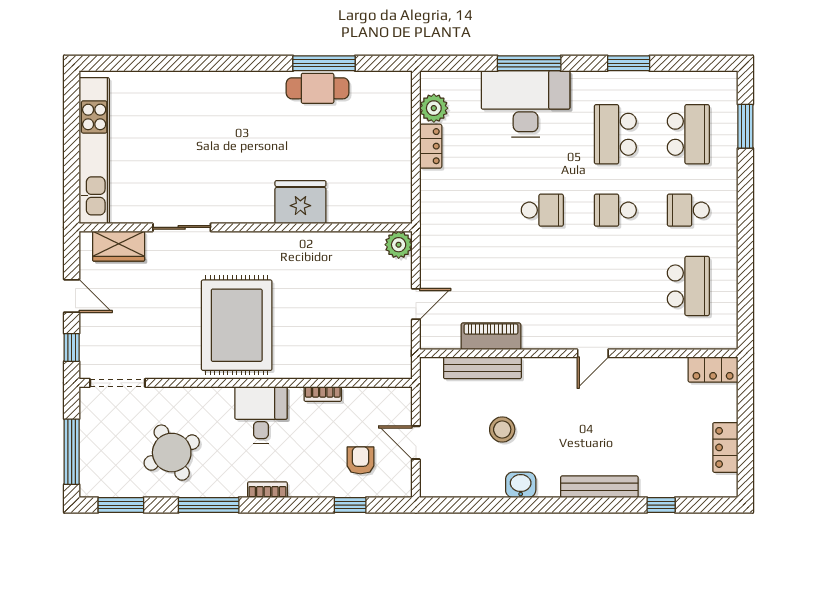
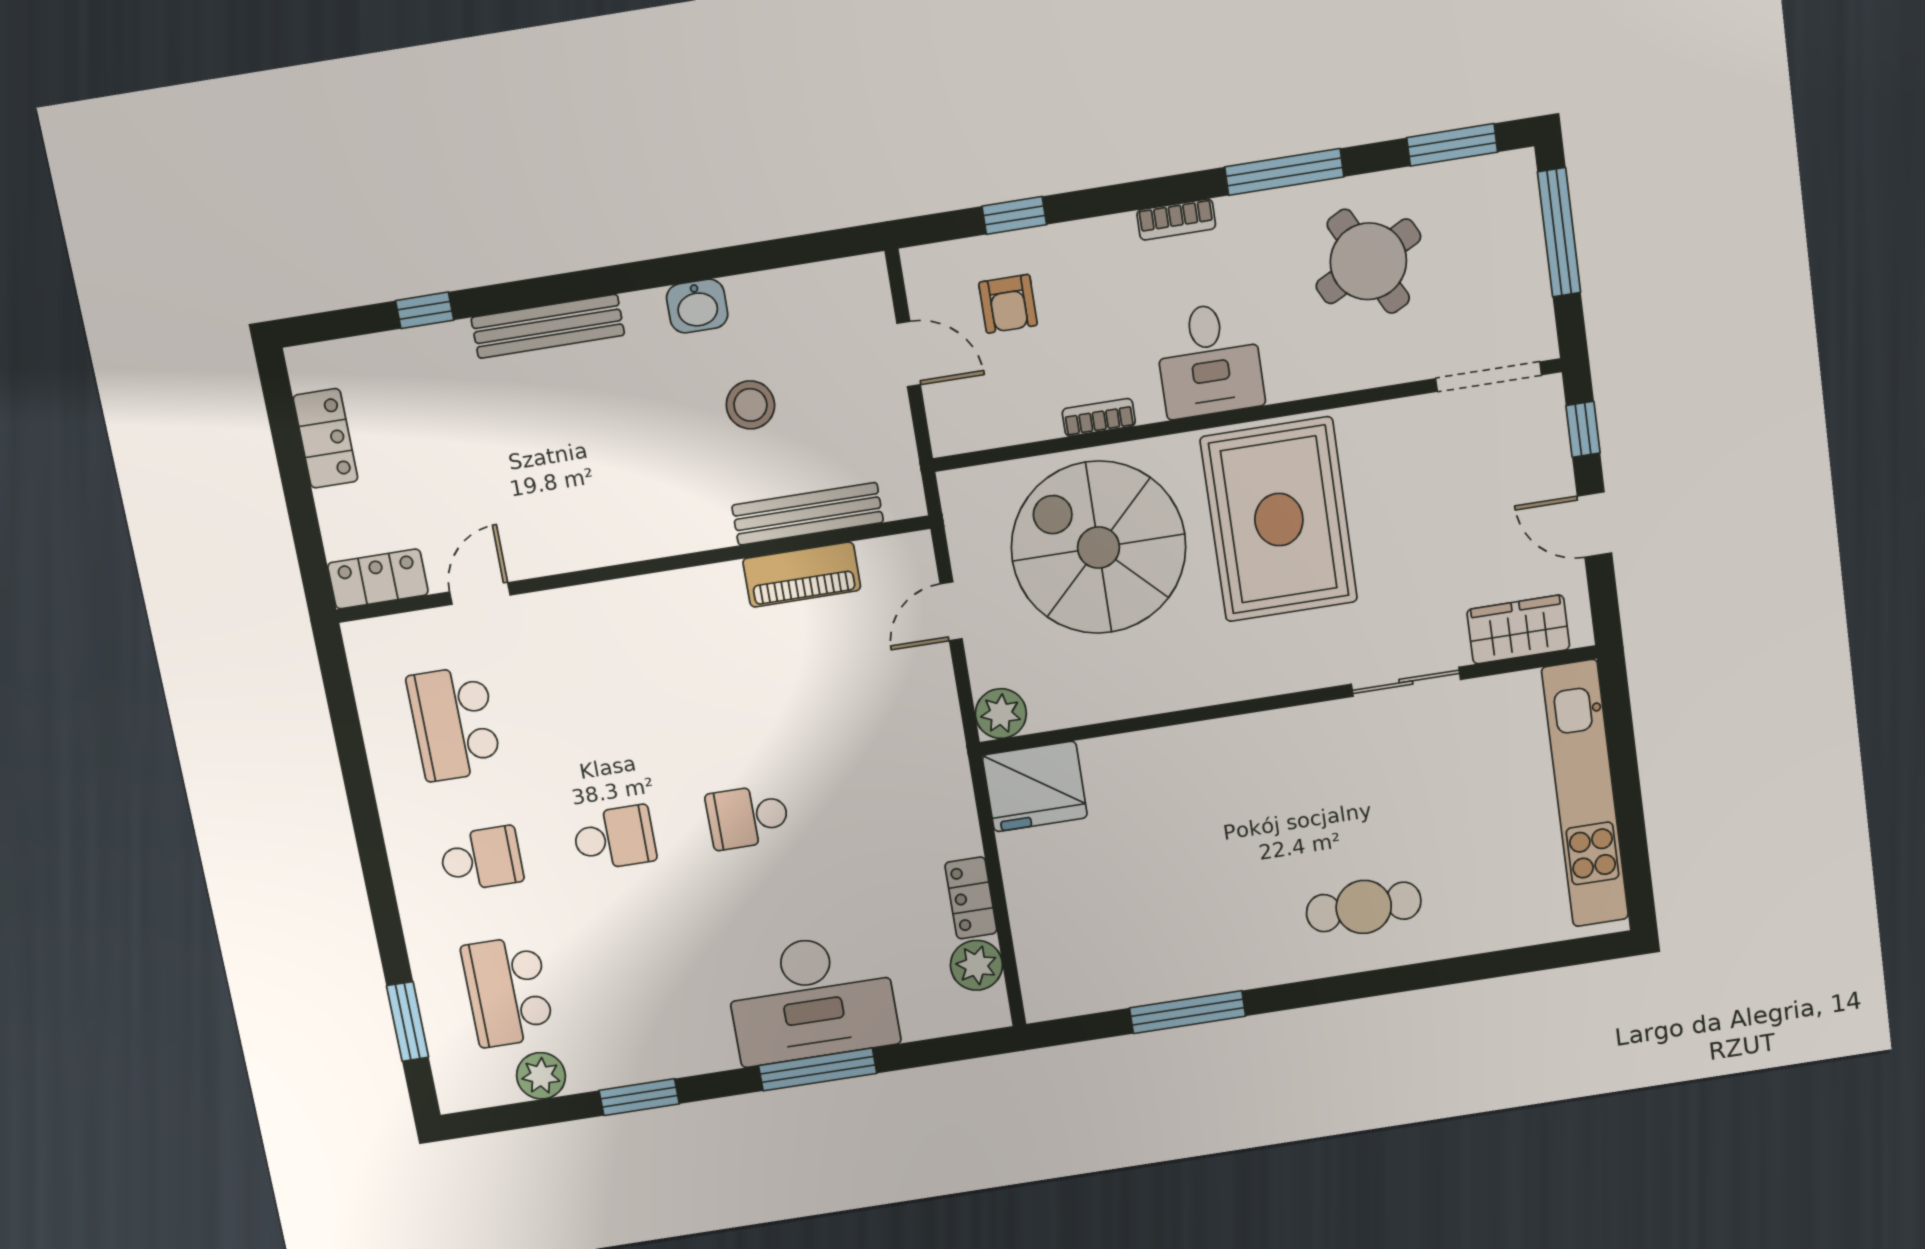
plant: (679, 84) -> (541, 1076), added
cafe table: (318, 88) -> (1364, 907), moved
school desk: (615, 134) -> (640, 971), removed
fridge: (300, 202) -> (1035, 786), moved
spiral stairs: (333, 326) -> (1099, 547), added
door: (593, 353) -> (480, 594), moved

